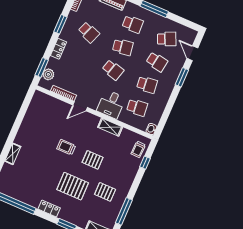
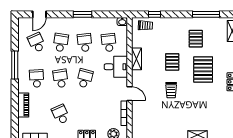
school desk: (89, 32) -> (61, 114), turned -45
window: (182, 77) -> (82, 14), moved

